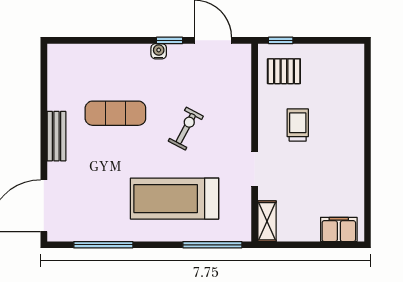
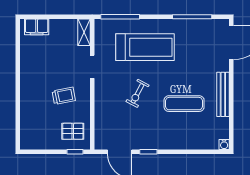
water cooler: (159, 51) -> (224, 144), moved
trolley: (298, 125) -> (64, 96), turned -101
bench: (56, 136) -> (223, 94), width x1.36

